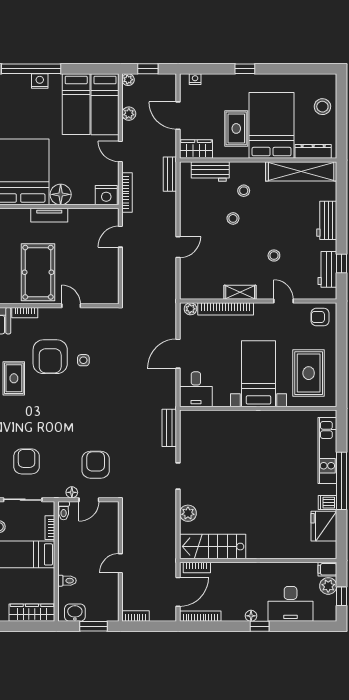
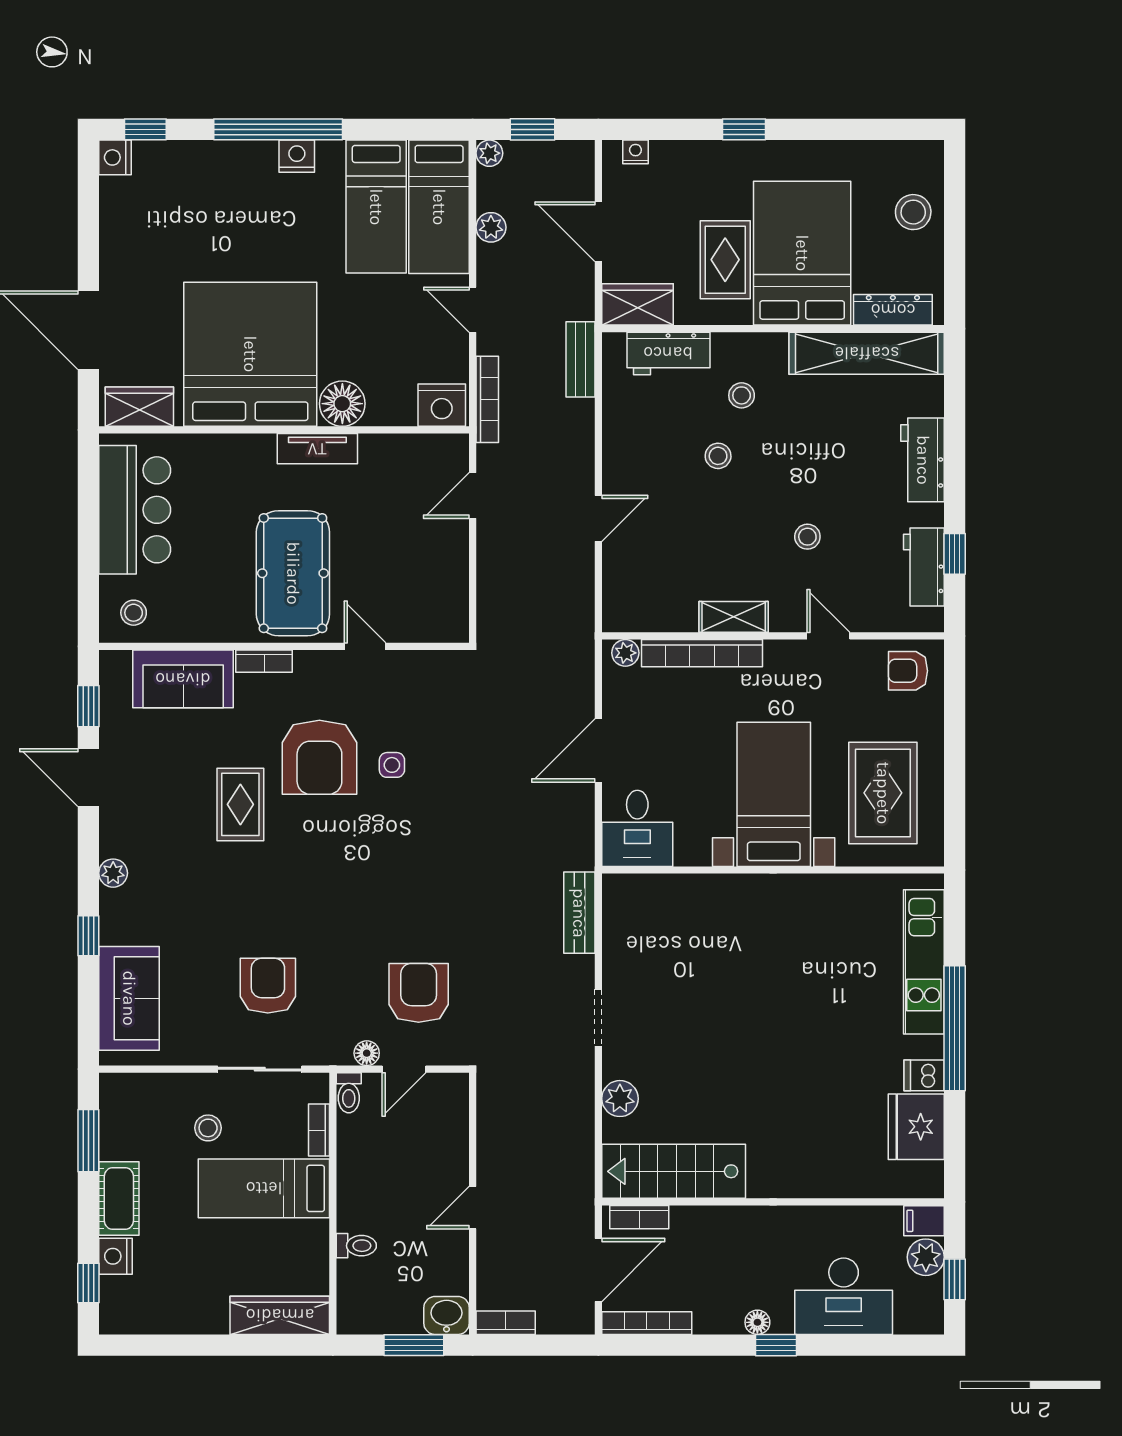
washbasin: (75, 613) -> (447, 1315), moved

